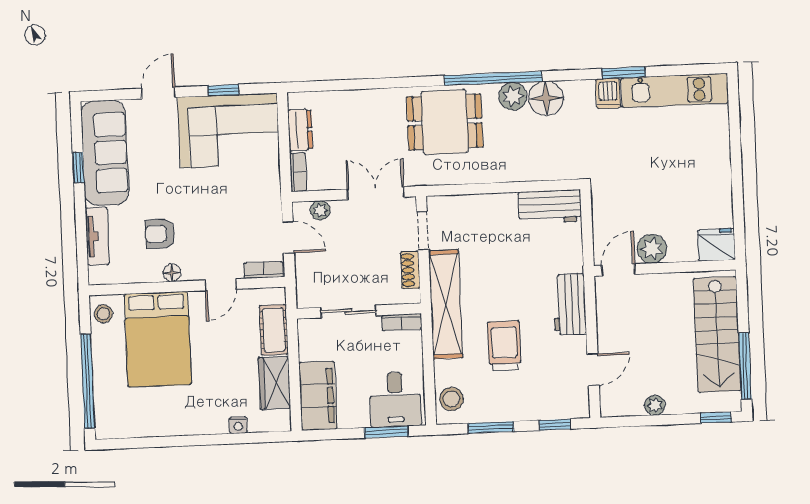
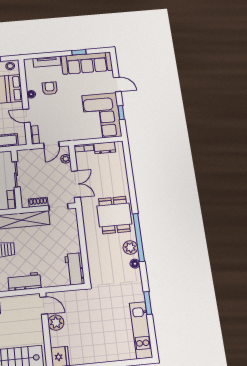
dishwasher: (608, 93) -> (136, 295), removed
floor lamp: (546, 98) -> (135, 264), width x0.53, depth x0.53

